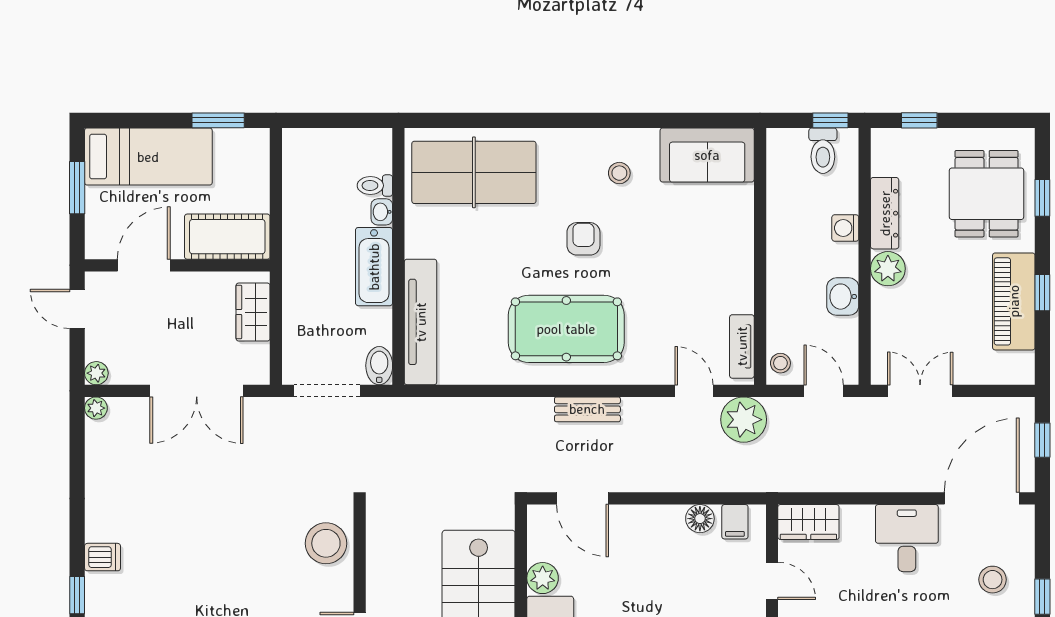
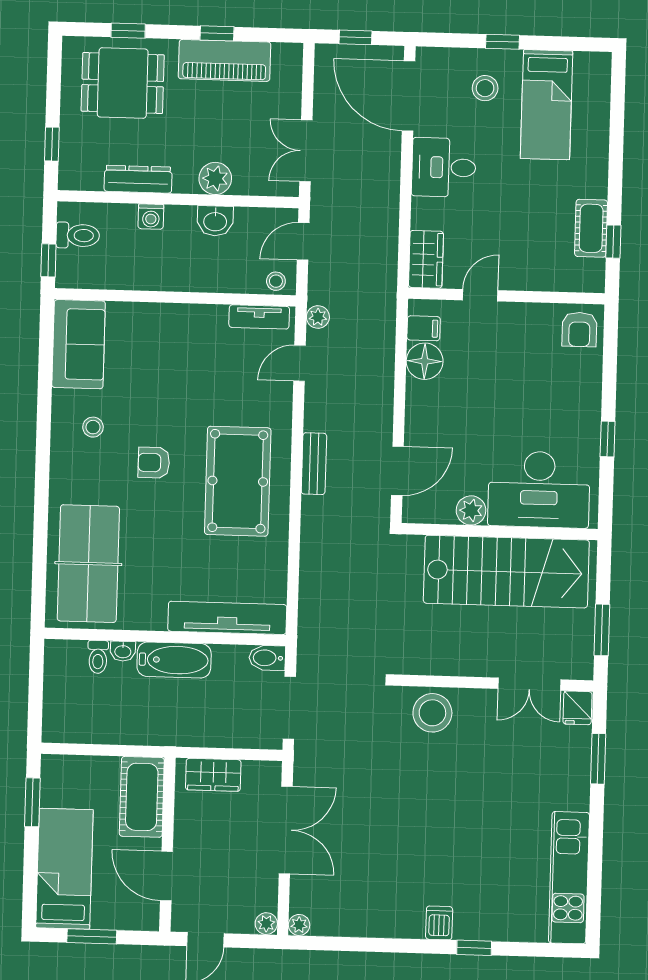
window: (830, 120) -> (48, 260), moved
plant: (888, 269) -> (215, 178), moved
plant: (744, 420) -> (318, 317), width x0.53, depth x0.53
floor lamp: (700, 519) -> (425, 361), width x1.38, depth x1.38

